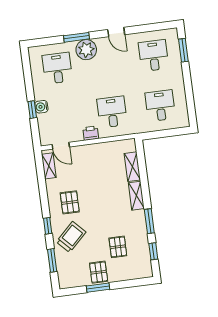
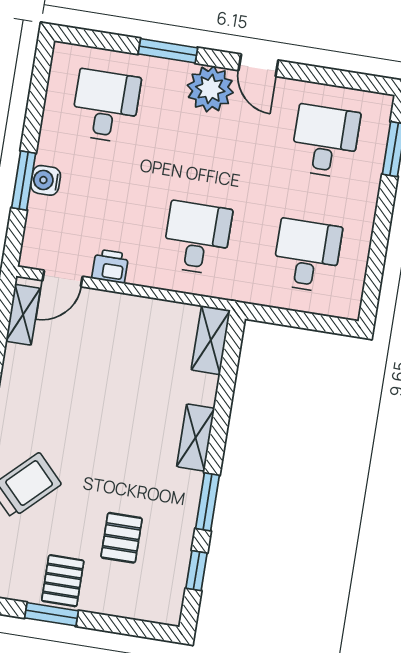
plant: (86, 50) -> (210, 89), moved
window: (32, 110) -> (24, 180), width x1.50
printer: (91, 133) -> (110, 266), moved
door: (61, 146) -> (63, 279), hinge flipped
shelving: (132, 167) -> (211, 340), moved
pallet: (70, 202) -> (45, 409), removed

